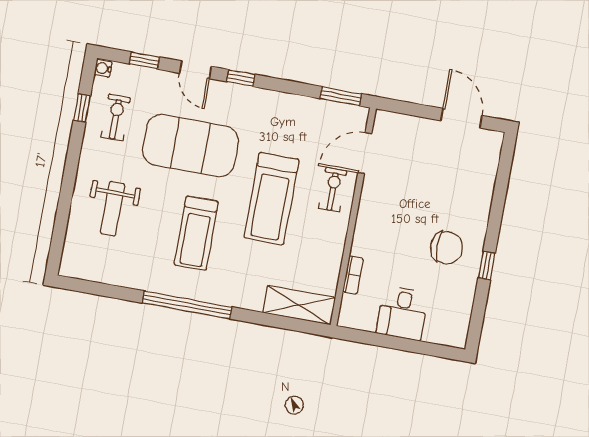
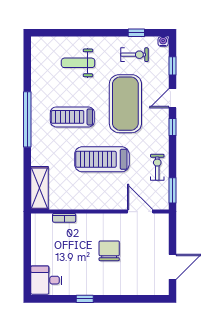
exercise bike: (333, 190) -> (157, 167), moved, turned -90
chair: (447, 248) -> (109, 251), moved, turned 180
desk: (402, 313) -> (46, 280), moved

